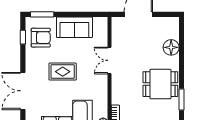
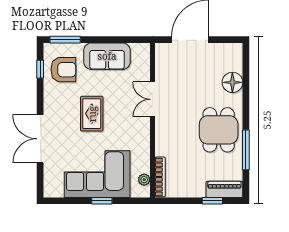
rug: (63, 72) -> (92, 114), turned 90
dining table: (160, 84) -> (219, 130), turned 90
window: (181, 99) -> (246, 150), width x1.44

